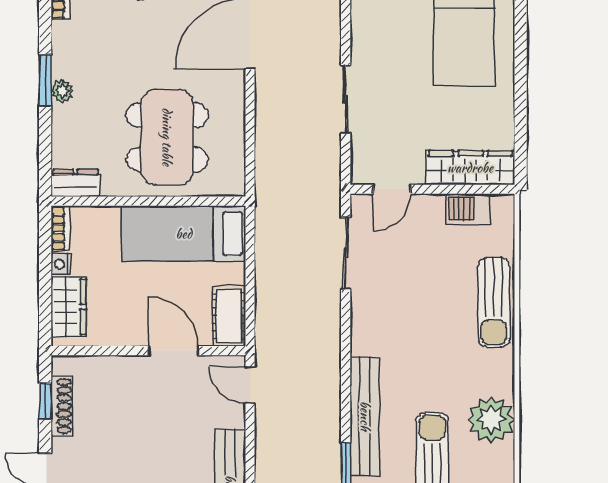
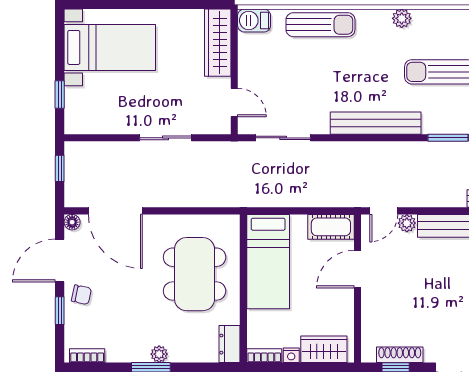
dining table: (167, 137) -> (195, 274), turned 90
barbecue: (468, 209) -> (254, 20), moved, turned 90
plant: (234, 415) -> (407, 223), added
bench: (365, 416) -> (376, 123), moved
plant: (491, 420) -> (402, 18), width x0.53, depth x0.53

